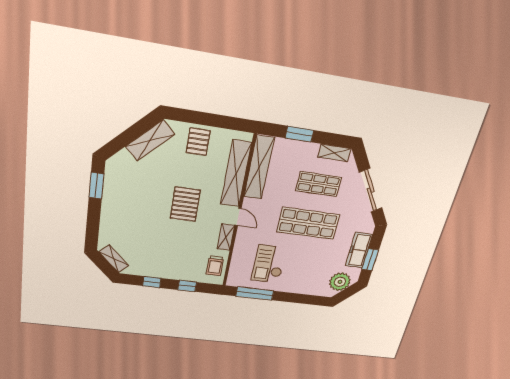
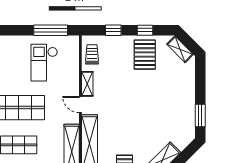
pallet: (185, 204) -> (145, 55), moved
checkout: (269, 264) -> (44, 63), turned 180

